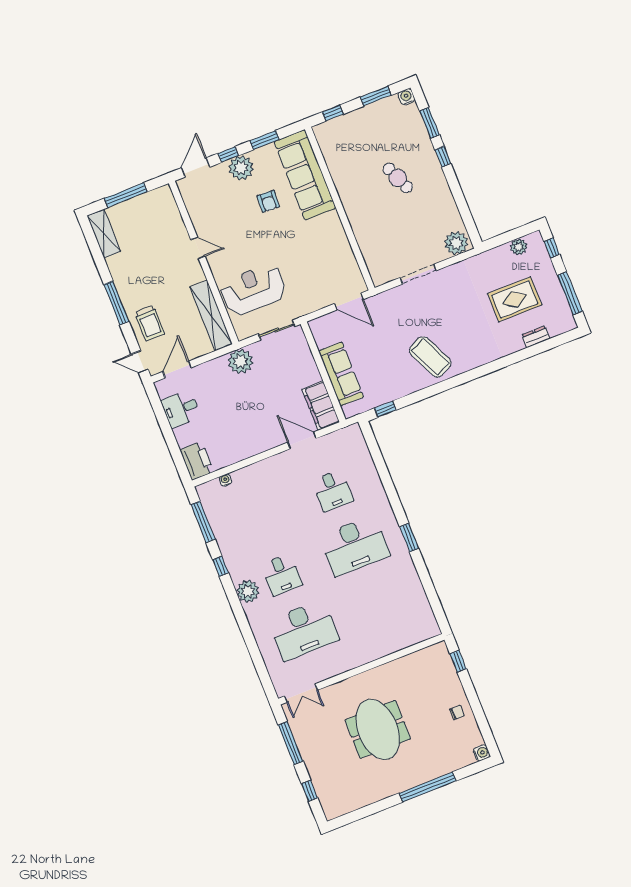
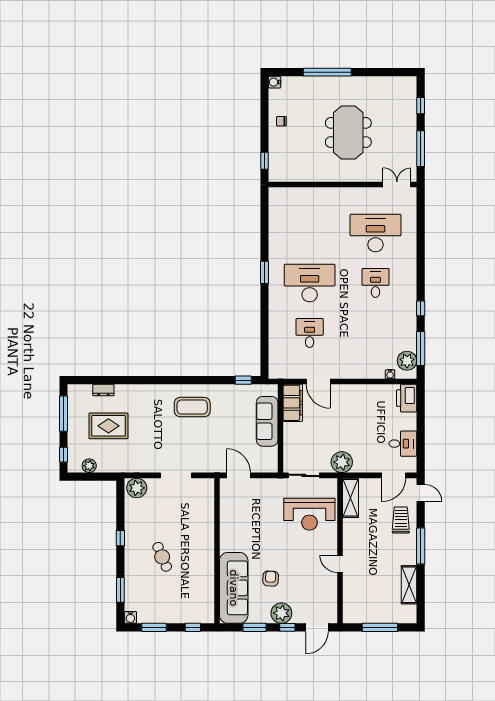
window: (443, 157) -> (120, 538), moved
shelving: (104, 233) -> (409, 585), moved
shelving: (211, 316) -> (350, 498), width x0.68
coffee table: (430, 357) -> (192, 407), turned -65
plant: (248, 591) -> (407, 361), moved

